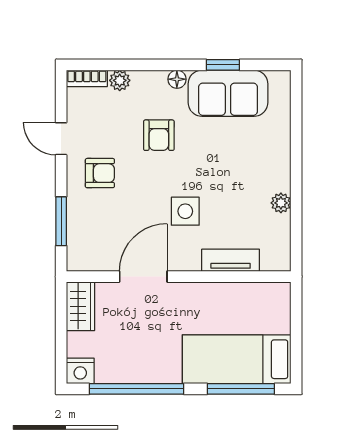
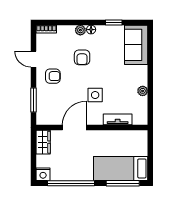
plant: (120, 80) -> (80, 30), moved
sofa: (228, 93) -> (136, 45), moved, turned 90

